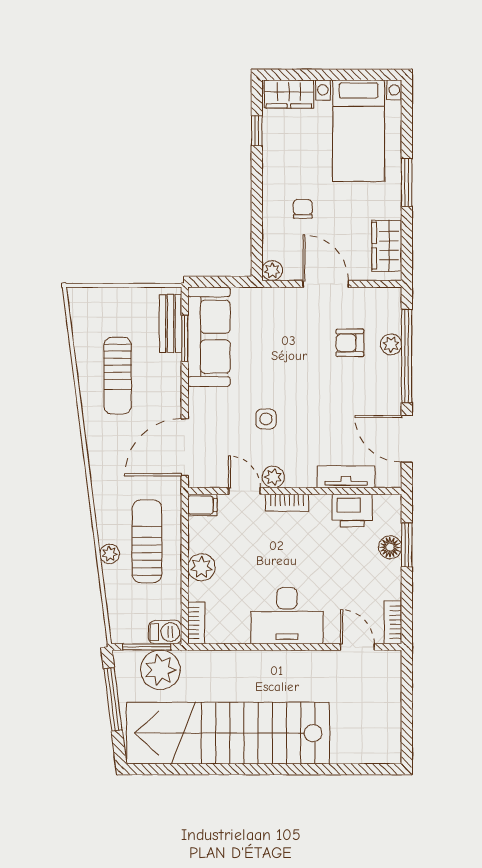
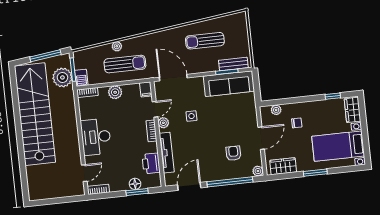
plant: (272, 271) -> (276, 110), moved
plant: (391, 344) -> (258, 171), moved
tv unit: (346, 477) -> (167, 153), width x1.41

